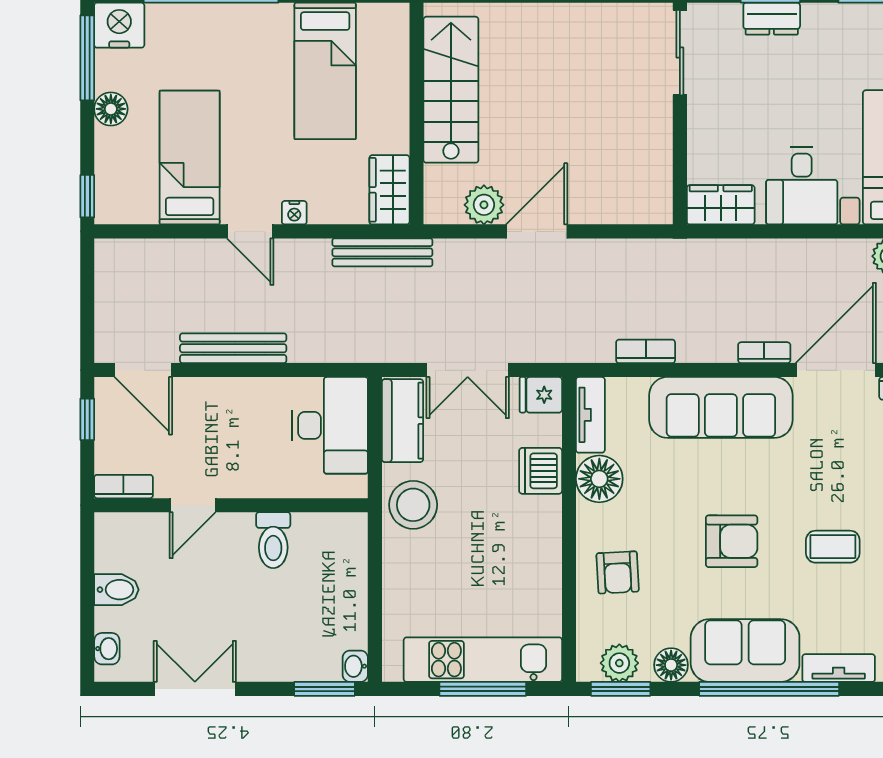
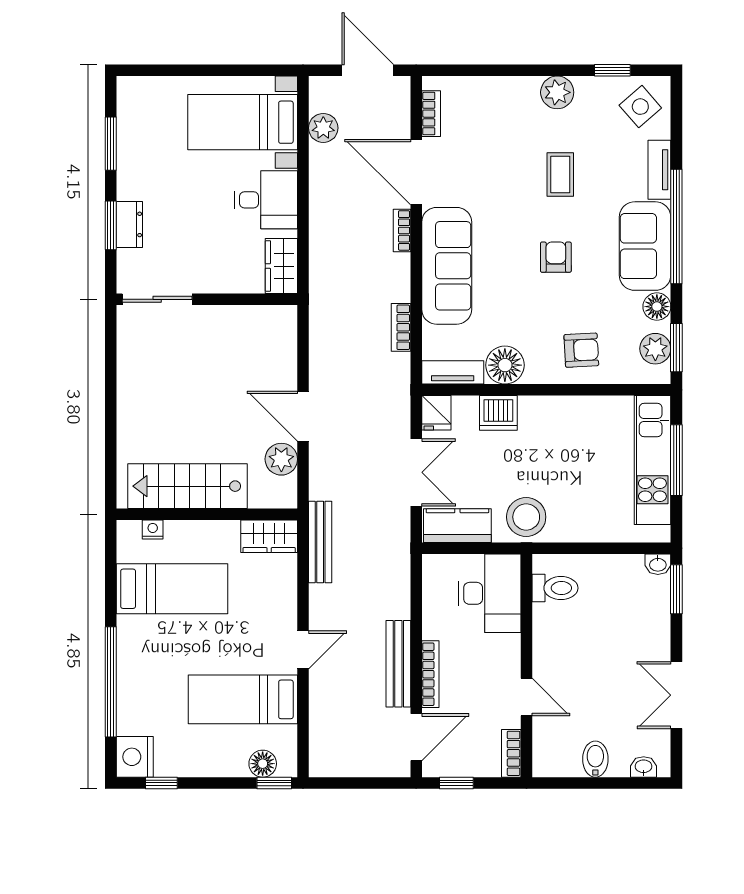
window: (87, 58) -> (161, 783), width x0.46
floor lamp: (111, 109) -> (263, 764), moved
nightstand: (294, 213) -> (153, 530), moved, turned -90
bookcase: (220, 387) -> (430, 674), added
desk: (330, 425) -> (490, 593), moved, turned 90
toilet: (273, 540) -> (555, 588), moved
armchair: (732, 541) -> (556, 257), width x0.72, depth x0.72

